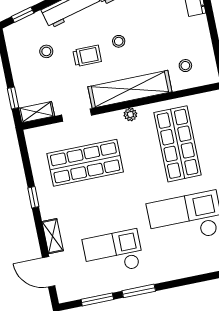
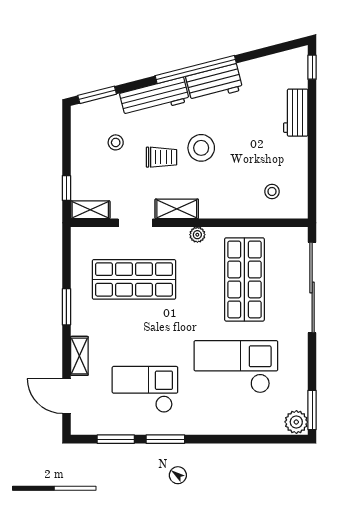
window: (23, 15) -> (97, 95), width x1.50
stool: (119, 41) -> (201, 148), width x1.89, depth x1.89
shelving: (130, 89) -> (177, 209), width x0.45, depth x0.75
window: (33, 197) -> (66, 307), width x1.50

